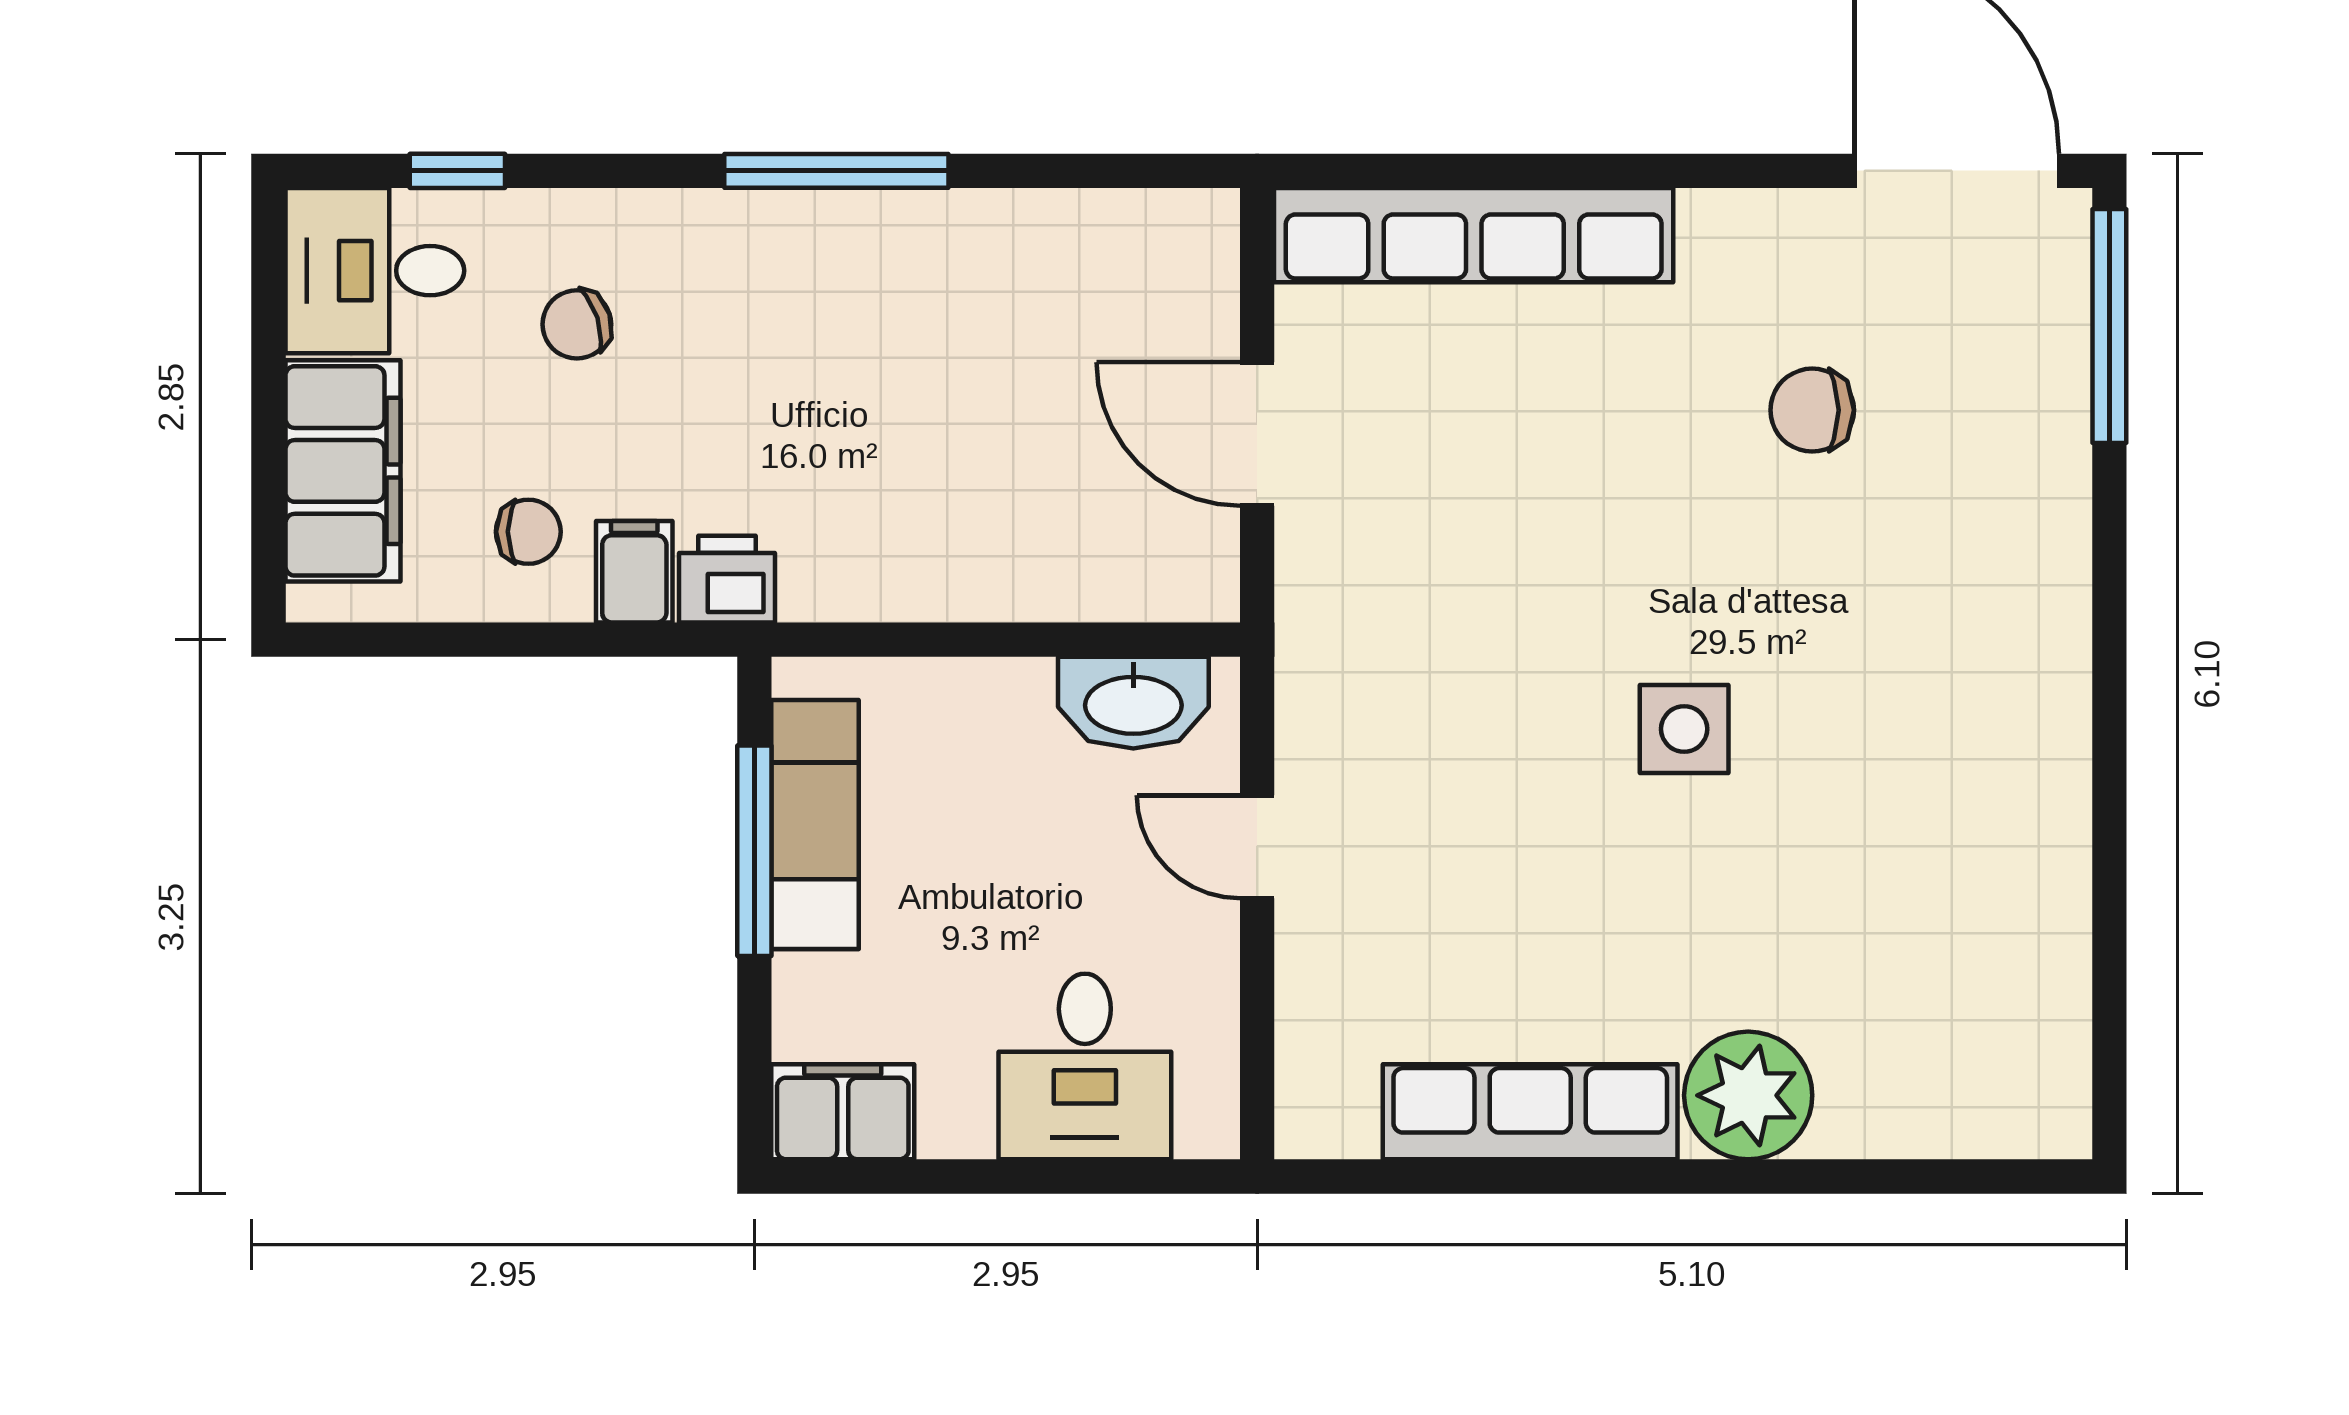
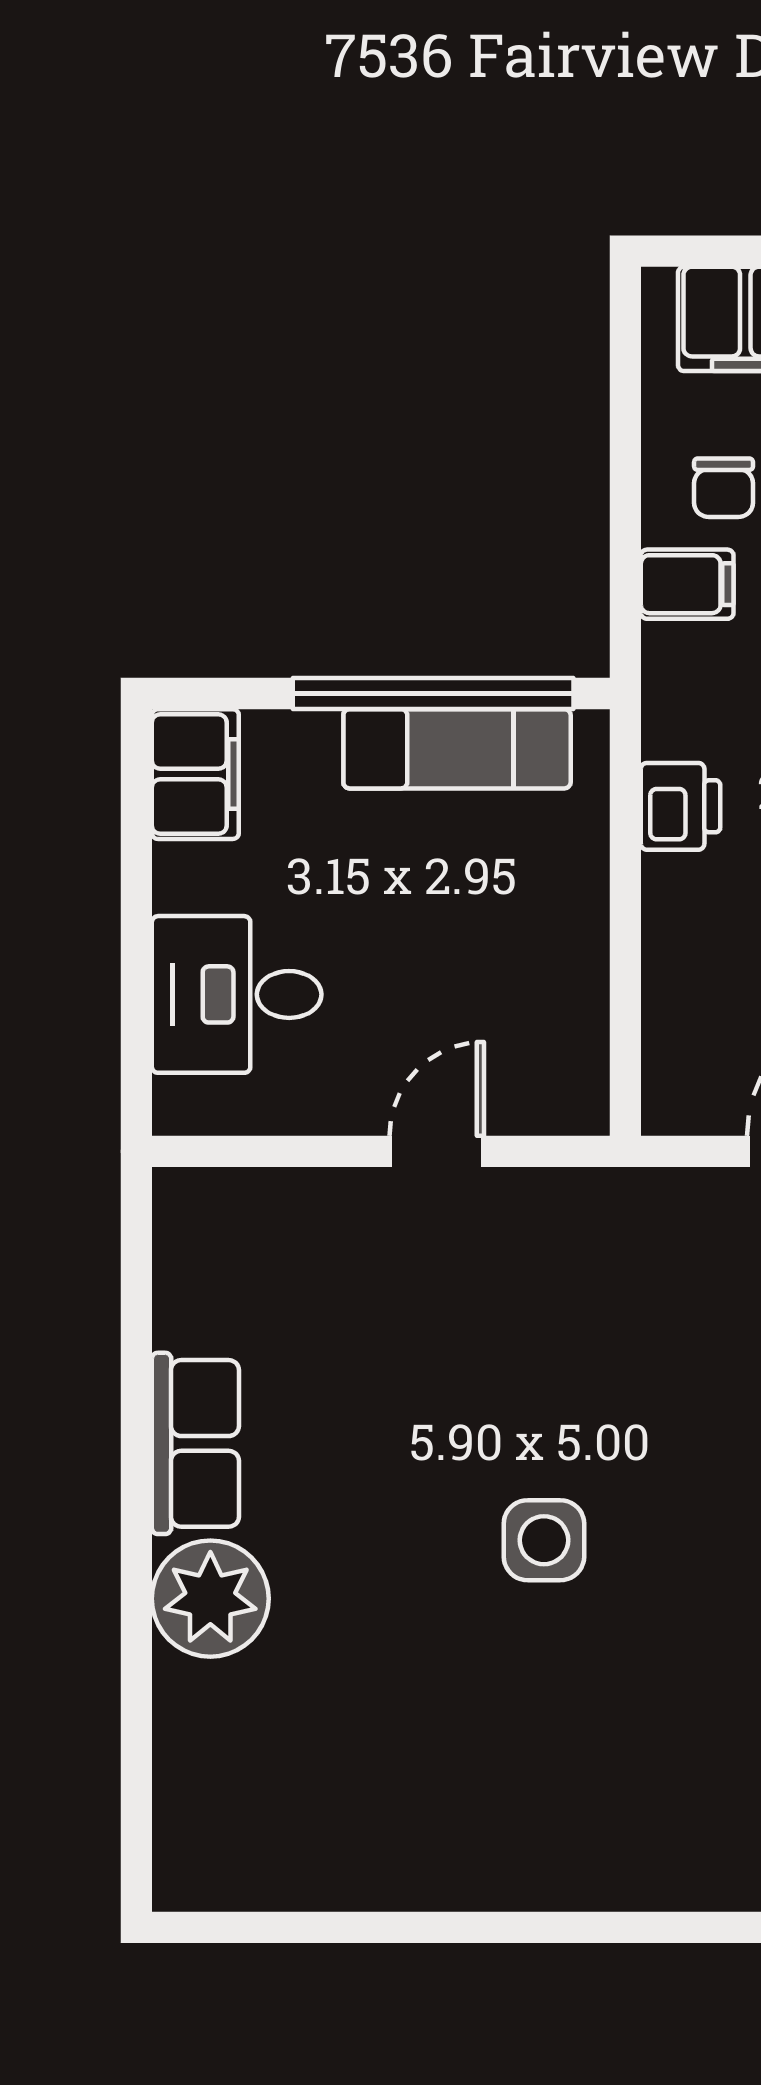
printer: (727, 579) -> (681, 806), moved
washbasin: (1133, 703) -> (568, 1039), removed
window: (754, 851) -> (433, 693), width x1.46
row of seats: (1530, 1112) -> (195, 1443), width x0.68

